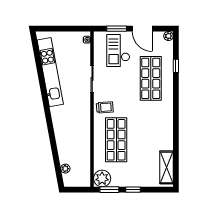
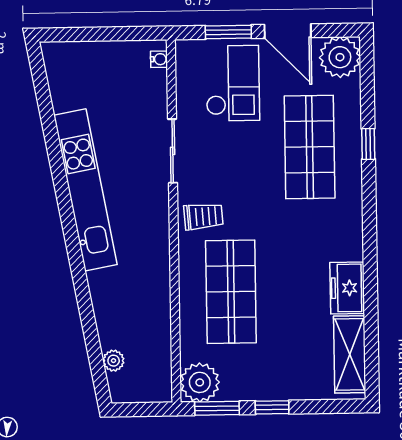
plant: (168, 36) -> (340, 57), width x1.87, depth x1.87
checkout: (118, 50) -> (233, 83), turned 180
window: (176, 66) -> (368, 144), moved
kitchen unit: (50, 72) -> (85, 190), moved
freezer: (166, 139) -> (347, 288), added

